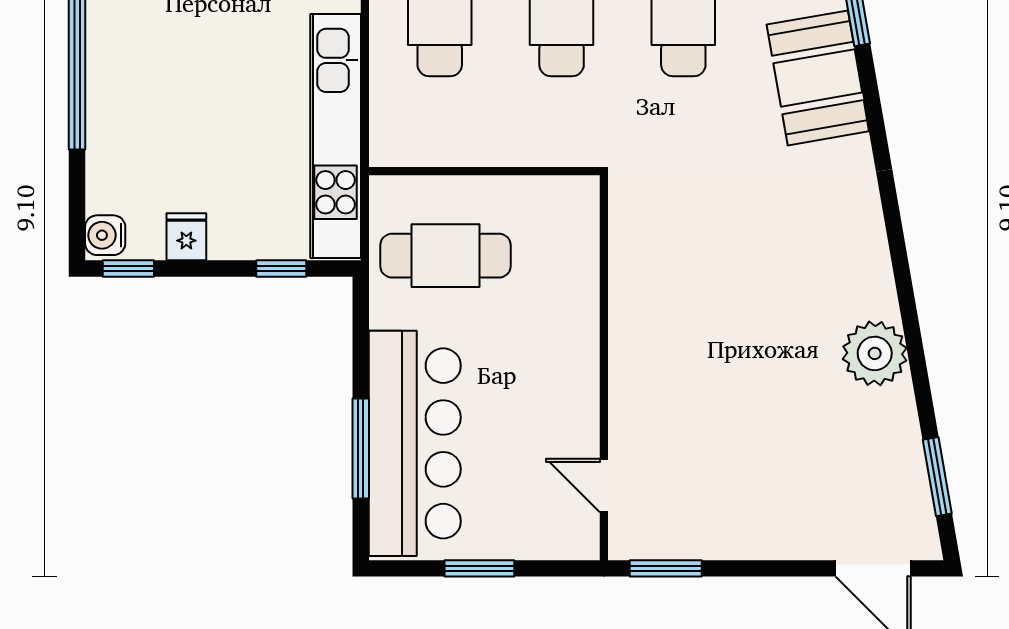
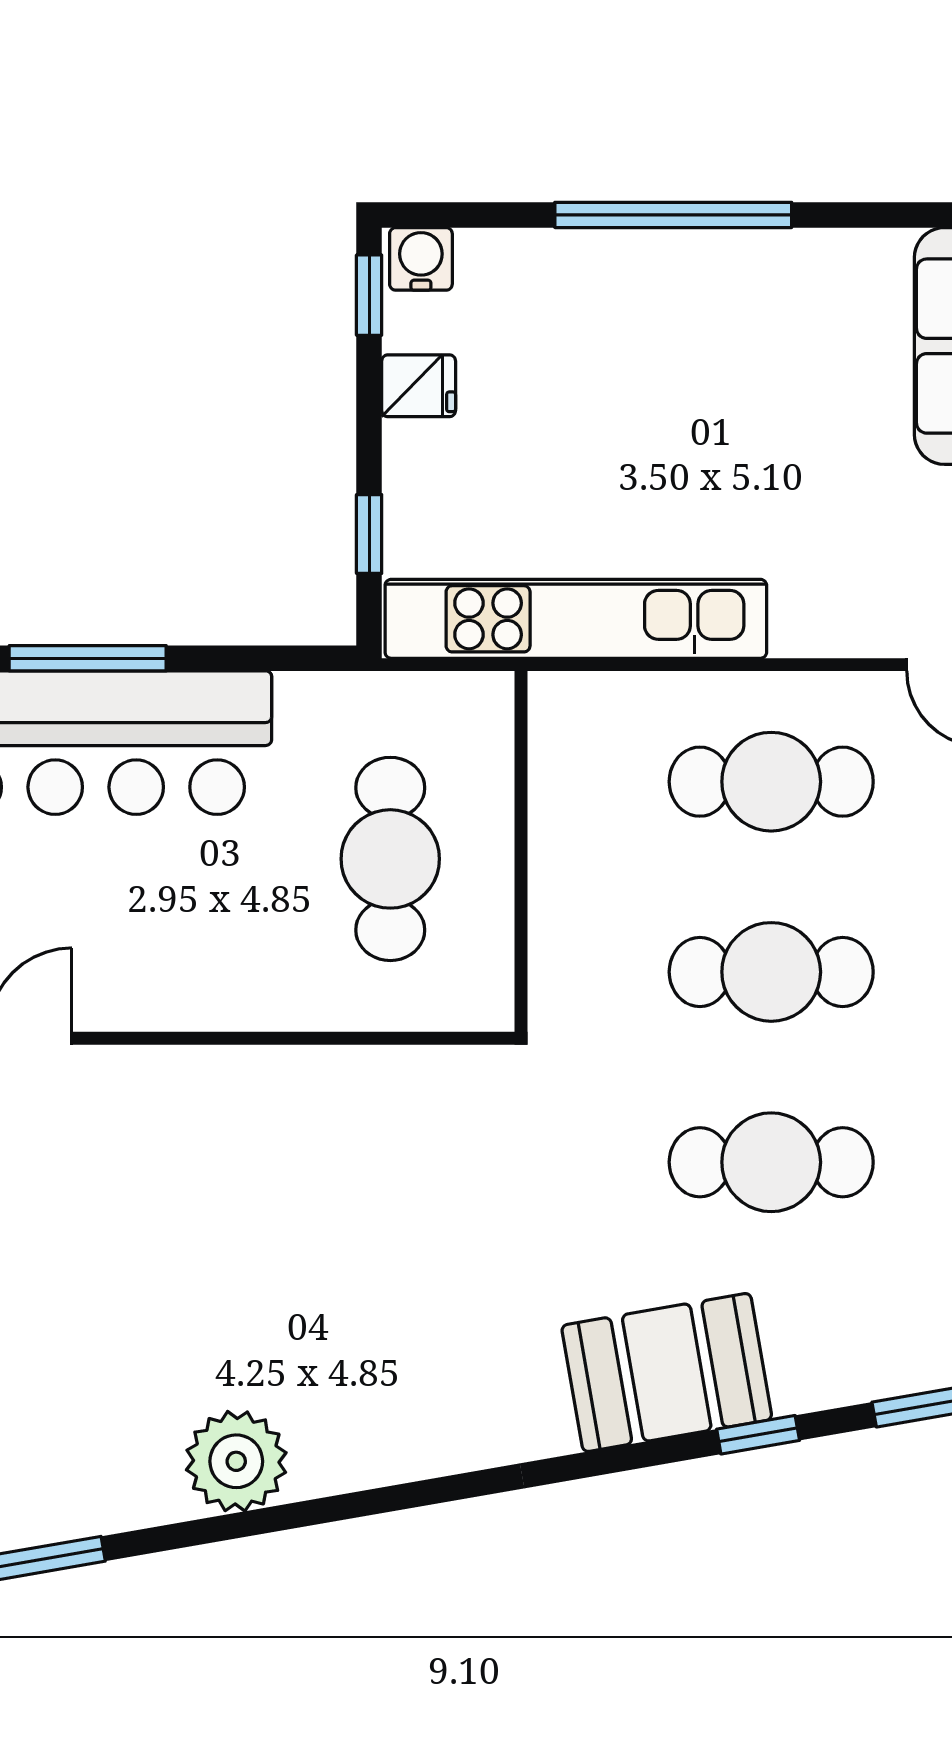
cafe table: (445, 256) -> (390, 859), moved

